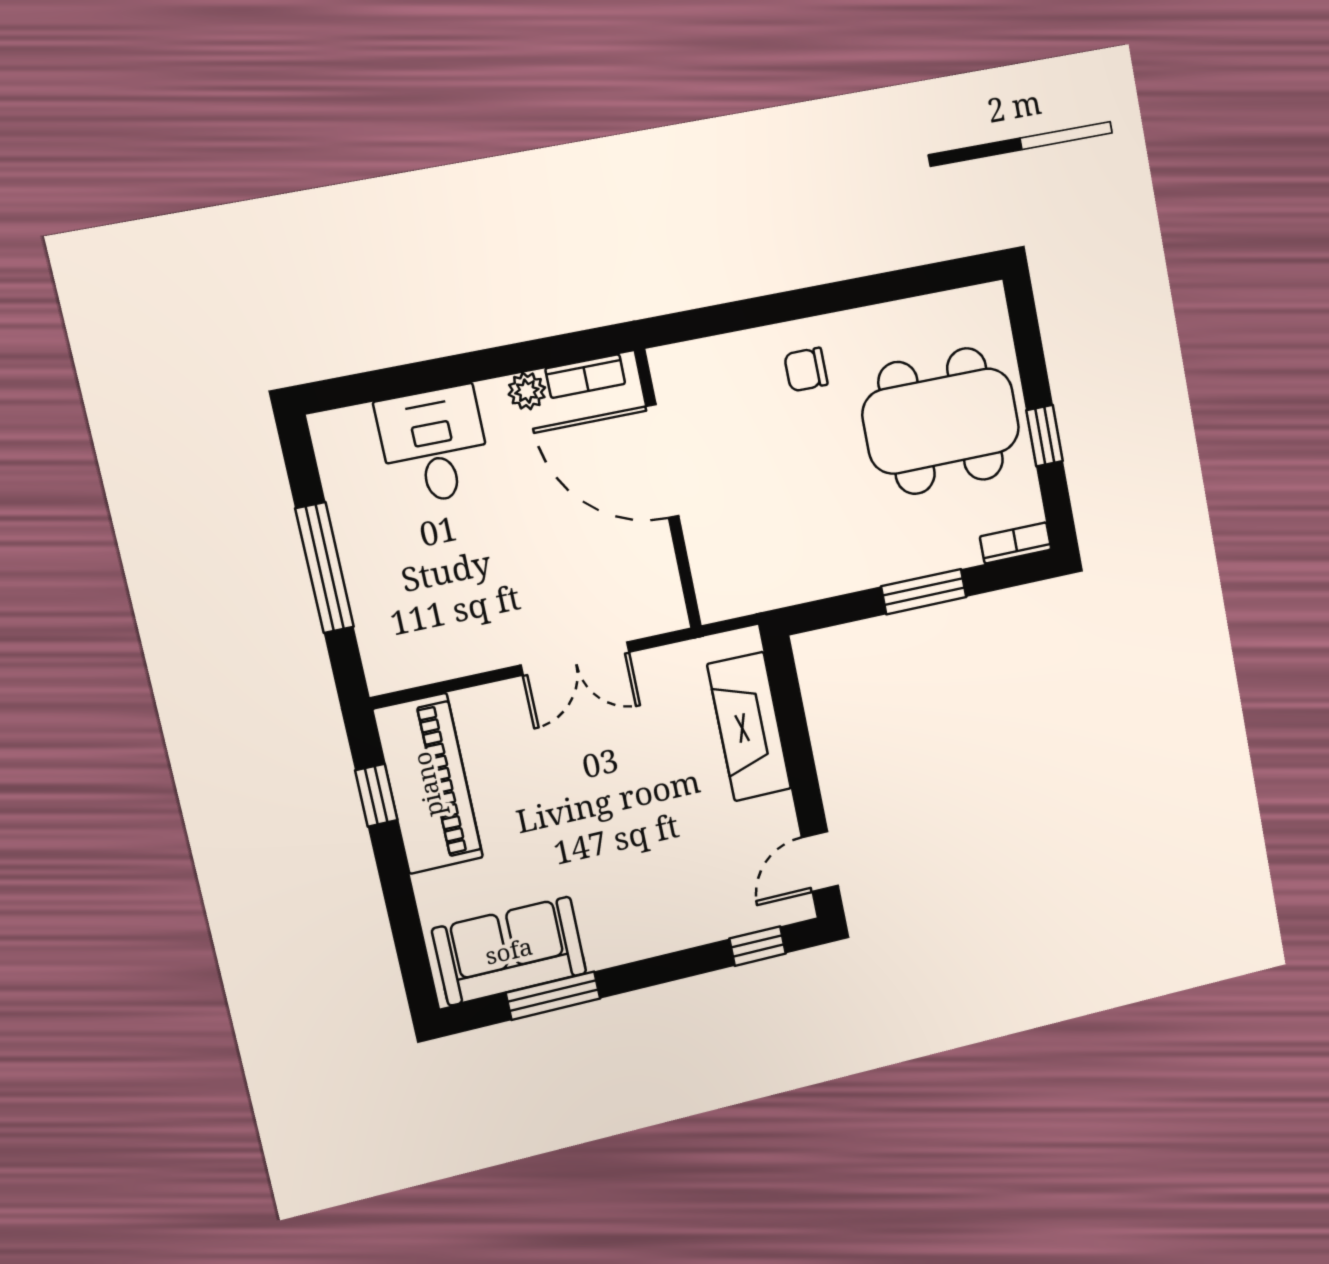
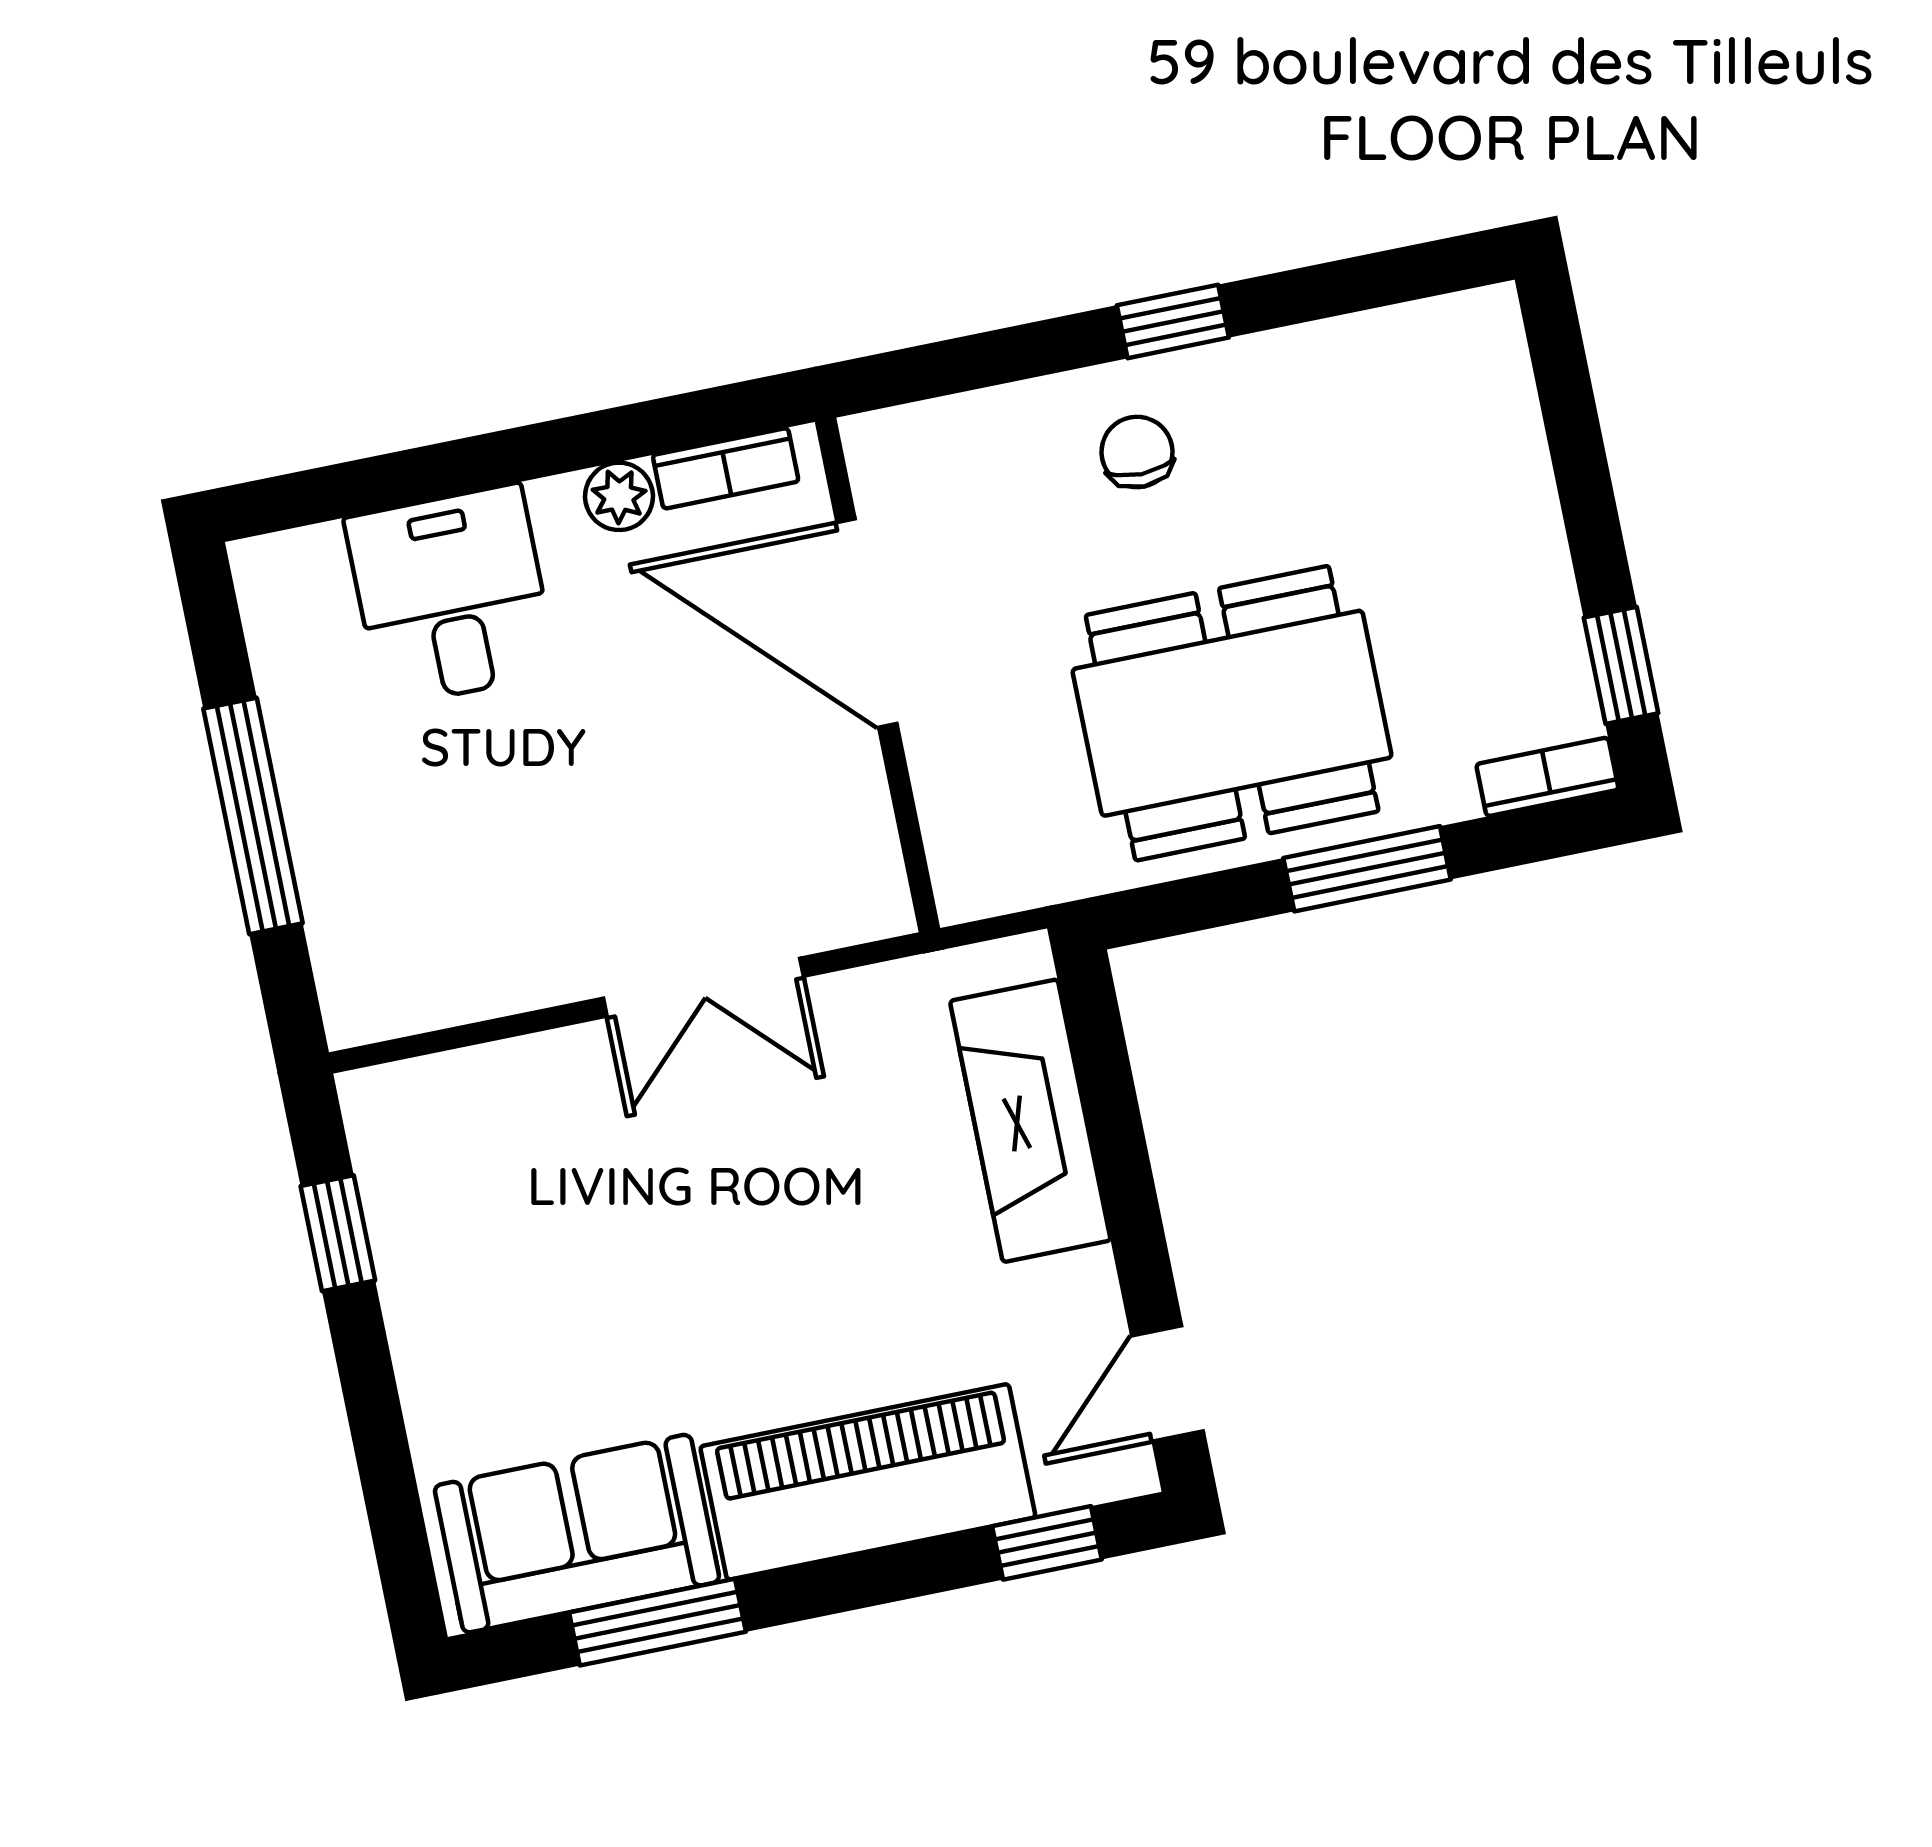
window: (825, 299) -> (1173, 321), added
chair: (806, 370) -> (1137, 452), turned 90
dining table: (941, 421) -> (1232, 713), moved
window: (1045, 436) -> (1621, 665), moved
piano: (428, 784) -> (868, 1482), moved, turned -90

